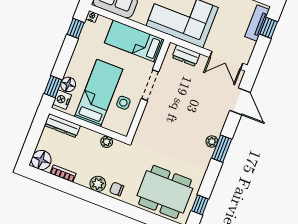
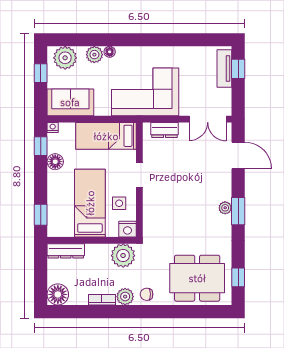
floor lamp: (68, 84) -> (55, 162), moved
doorway: (150, 85) -> (139, 175), width x0.73
nightstand: (62, 100) -> (128, 229), moved, turned -90
plant: (107, 142) -> (123, 256), width x1.87, depth x1.87
bookcase: (63, 173) -> (102, 300), moved

